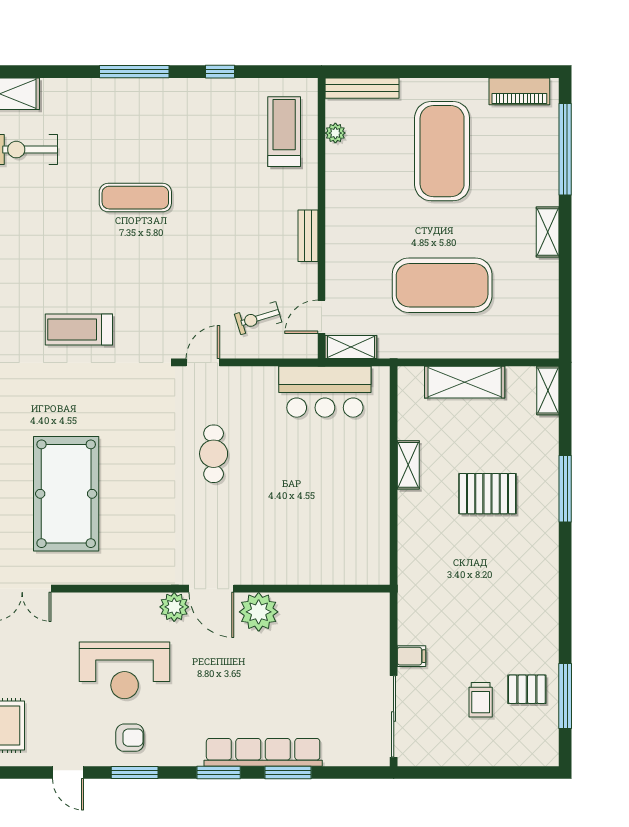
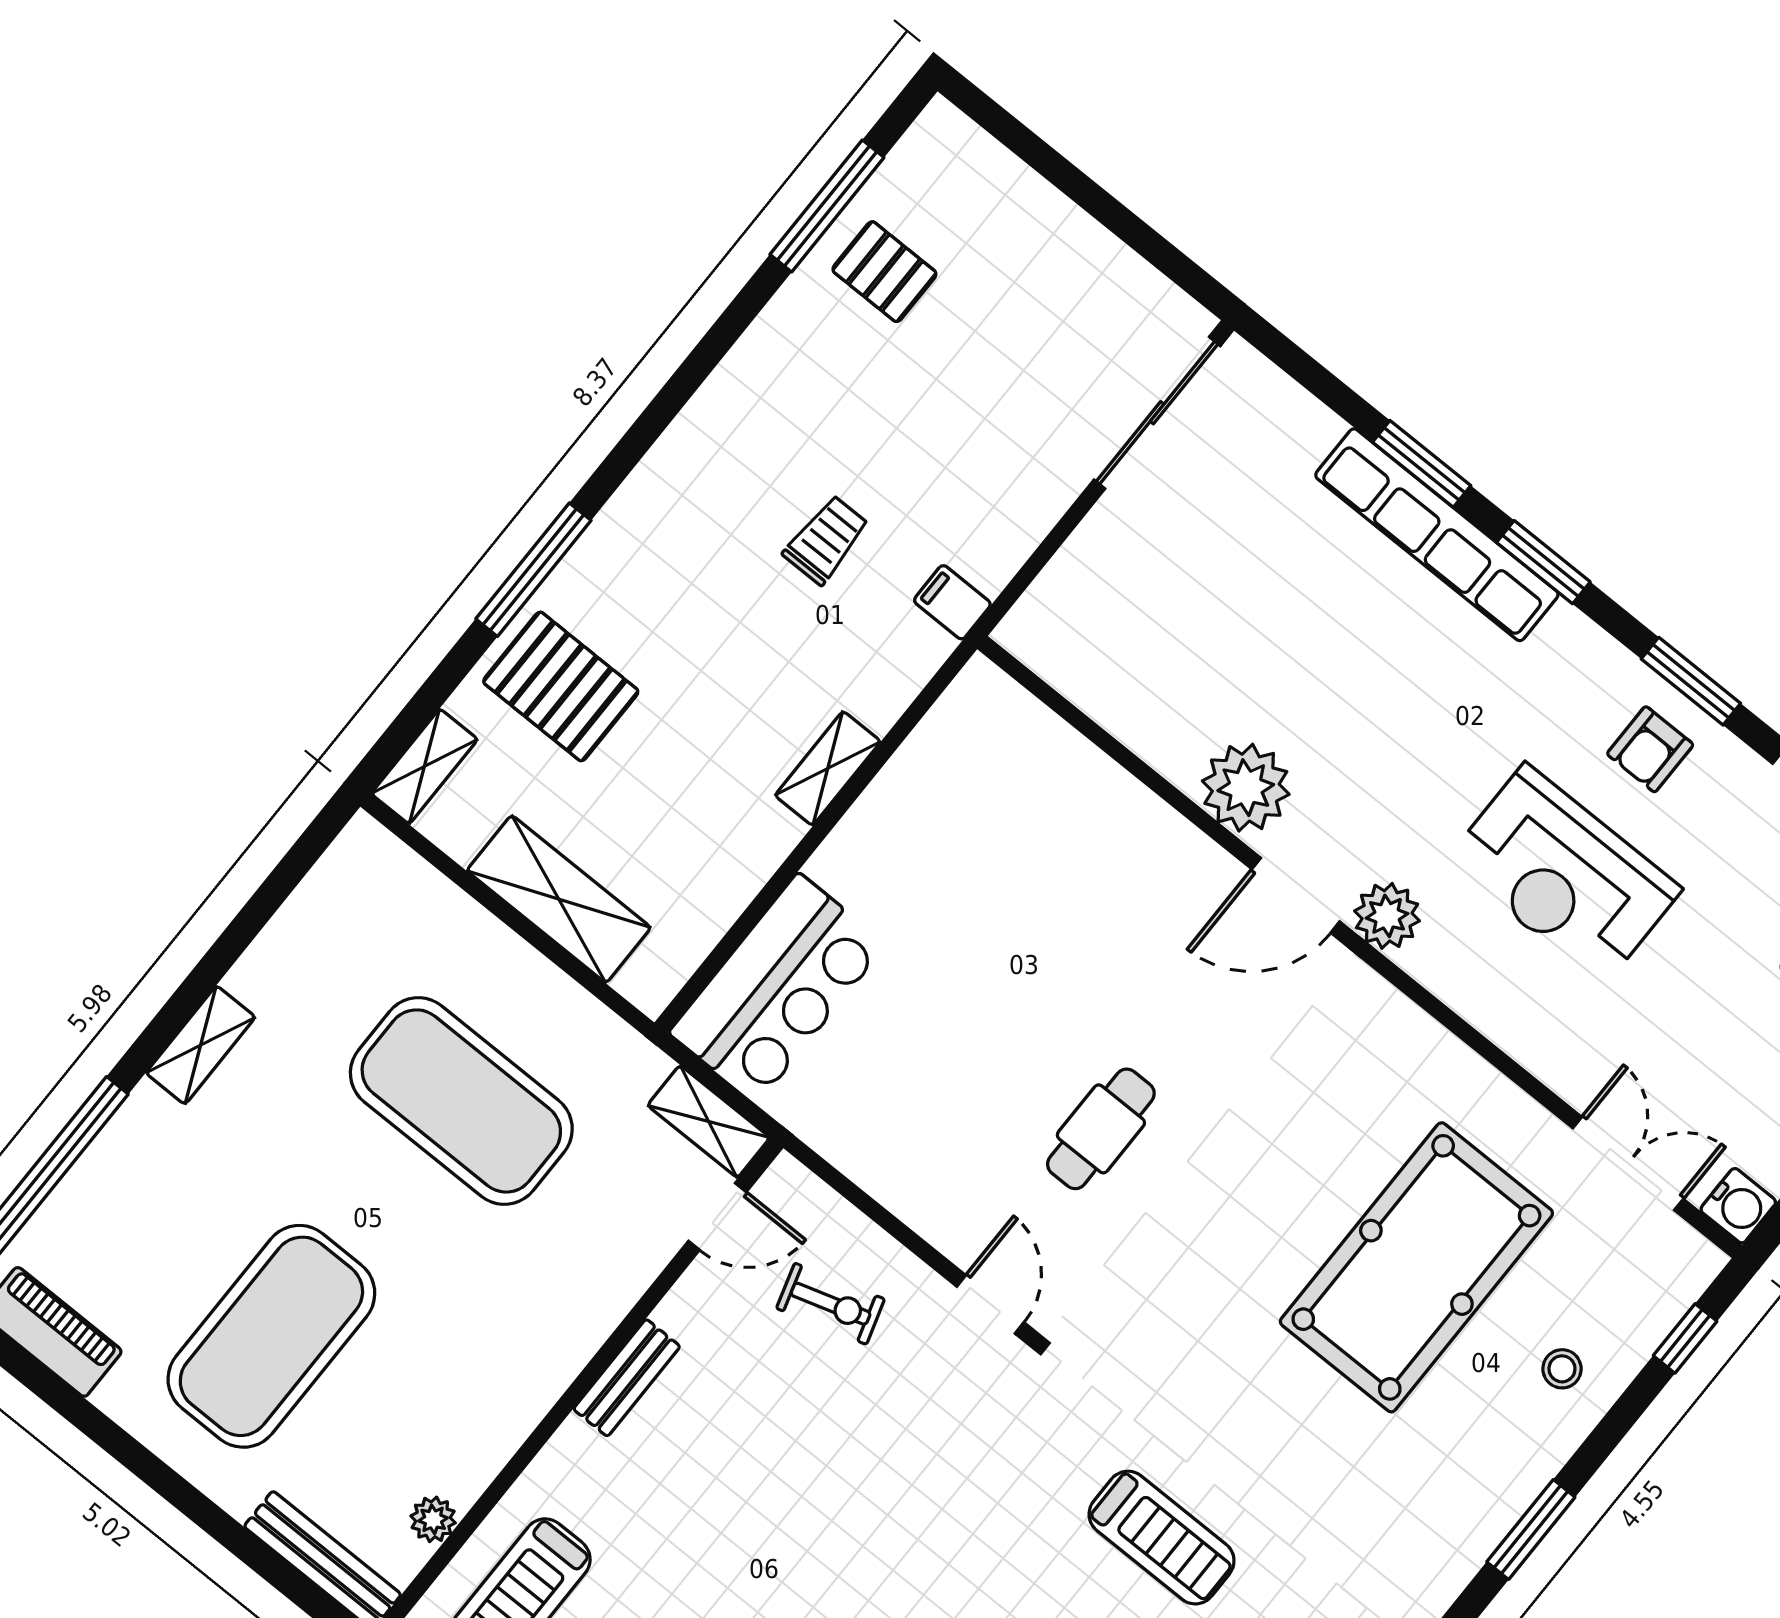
door: (203, 362) -> (990, 1304), swing flipped
bar counter: (325, 392) -> (778, 988), moved, turned 90
shelving: (408, 465) -> (828, 768), moved
pallet: (487, 494) -> (561, 686), moved
door: (211, 589) -> (1296, 895), swing flipped
filing cabinet: (411, 656) -> (952, 602), moved
reception desk: (125, 670) -> (1564, 875), turned 180
trolley: (481, 700) -> (826, 540), moved
armchair: (130, 738) -> (1650, 749), turned -90

